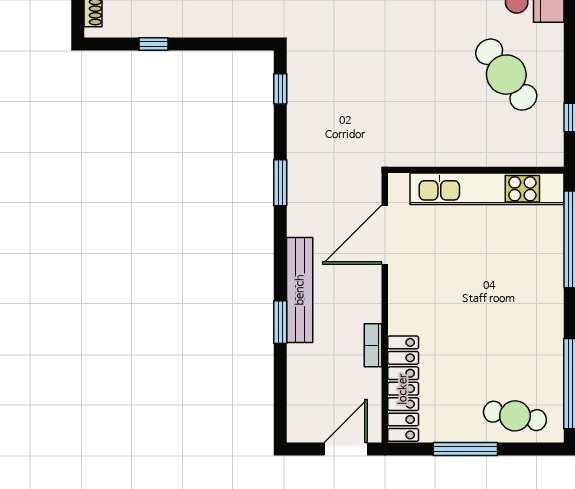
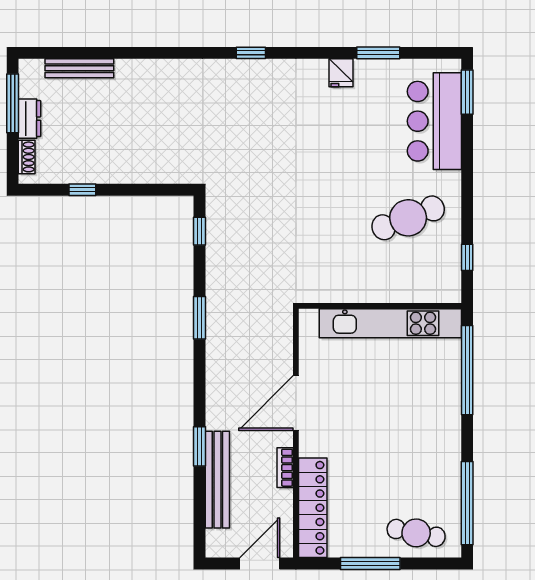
cafe table: (506, 75) -> (408, 218), turned -74
door: (385, 235) -> (296, 403), moved
bench: (300, 290) -> (217, 480), moved

